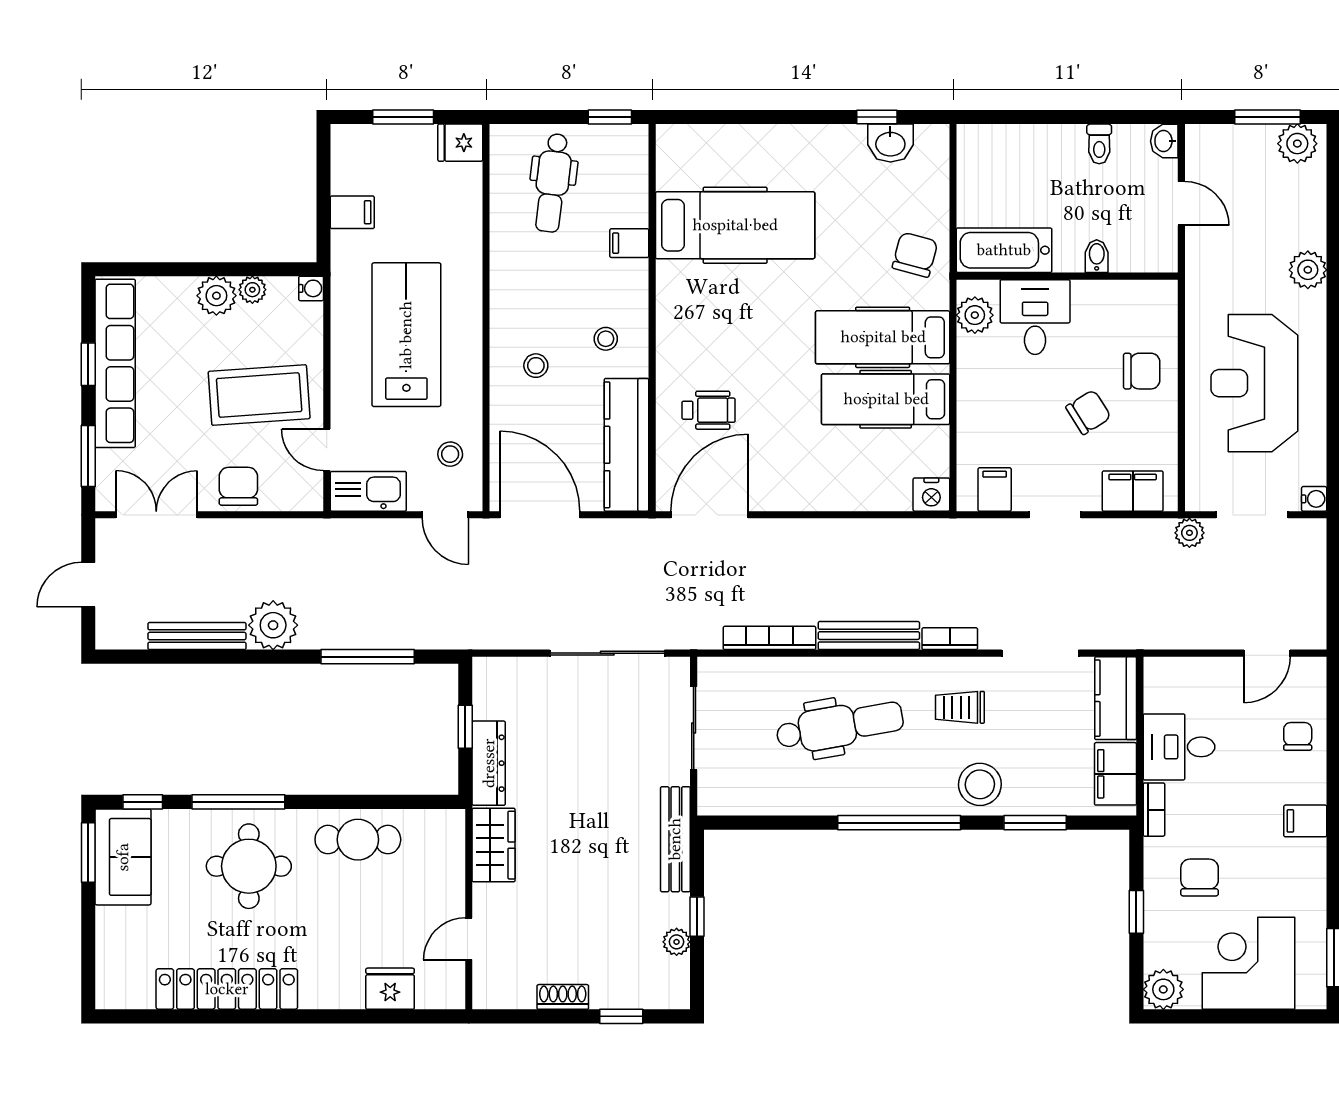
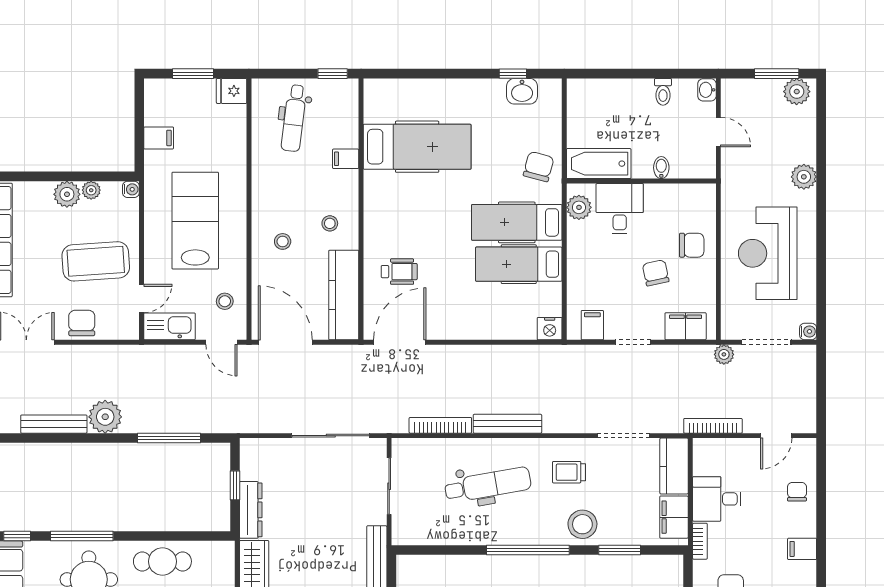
chair: (1088, 412) -> (656, 273), turned -70
door: (327, 450) -> (142, 298), swing flipped
bookcase: (950, 639) -> (713, 426), moved, width x1.56

